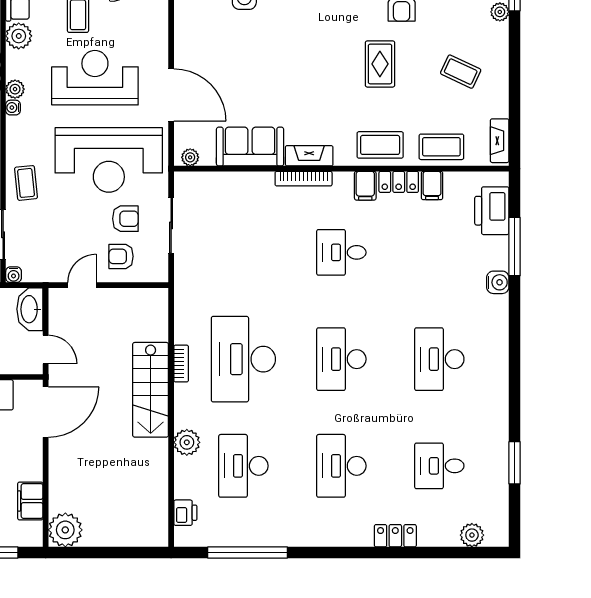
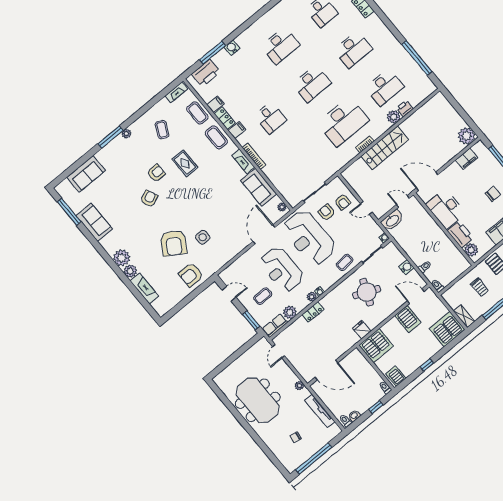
rug: (380, 64) -> (185, 163), turned 90
reception desk: (109, 160) -> (309, 238), turned 180
door: (46, 349) -> (403, 201), hinge flipped
printer: (185, 513) -> (405, 109), moved

